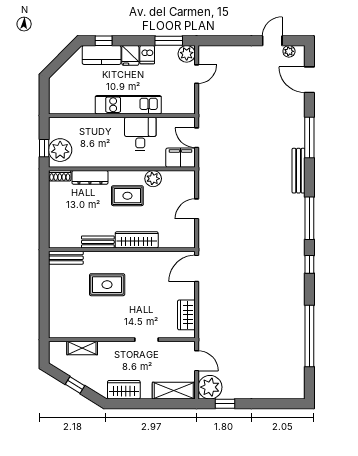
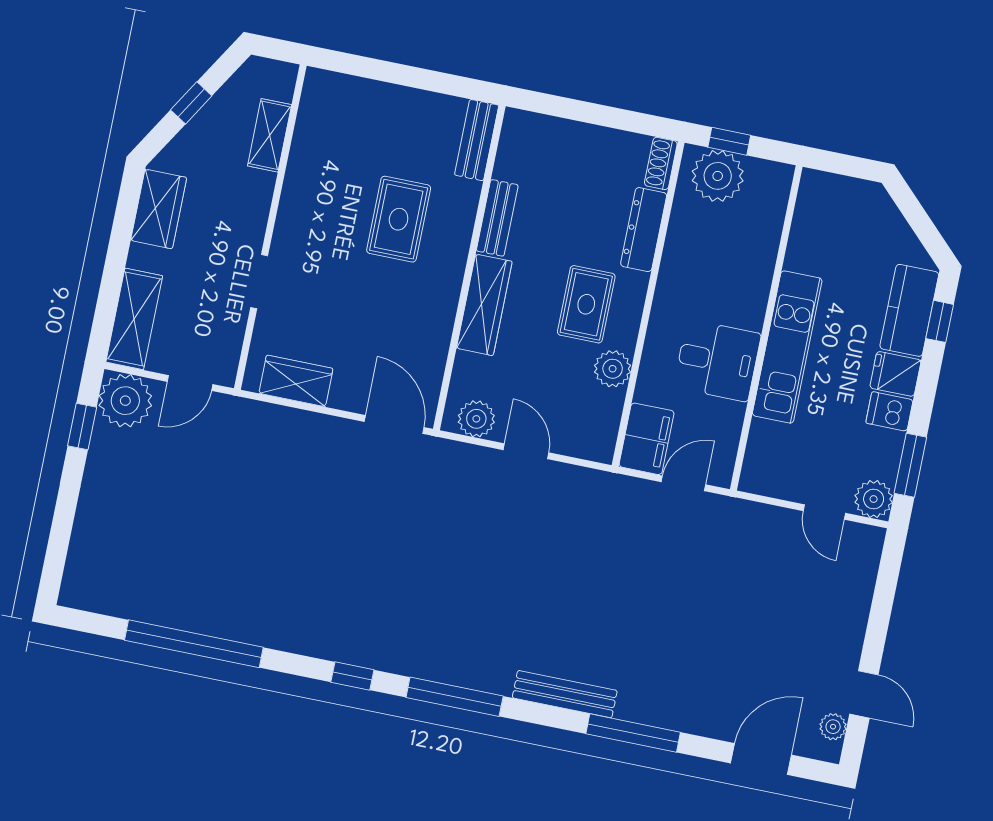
plant: (187, 233) -> (476, 419), added

